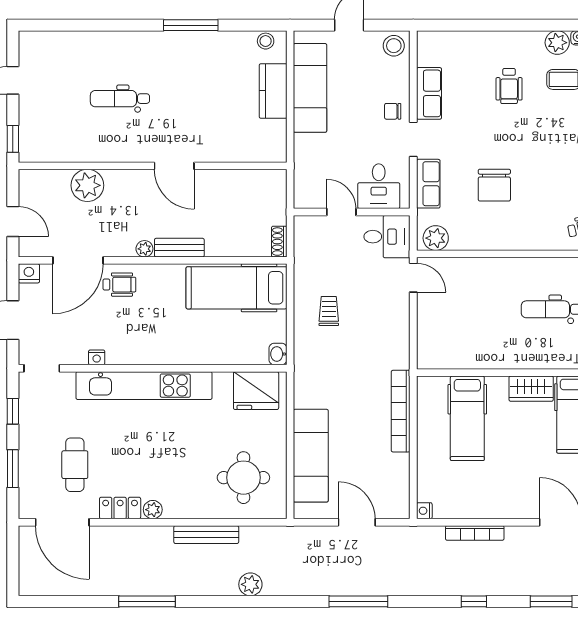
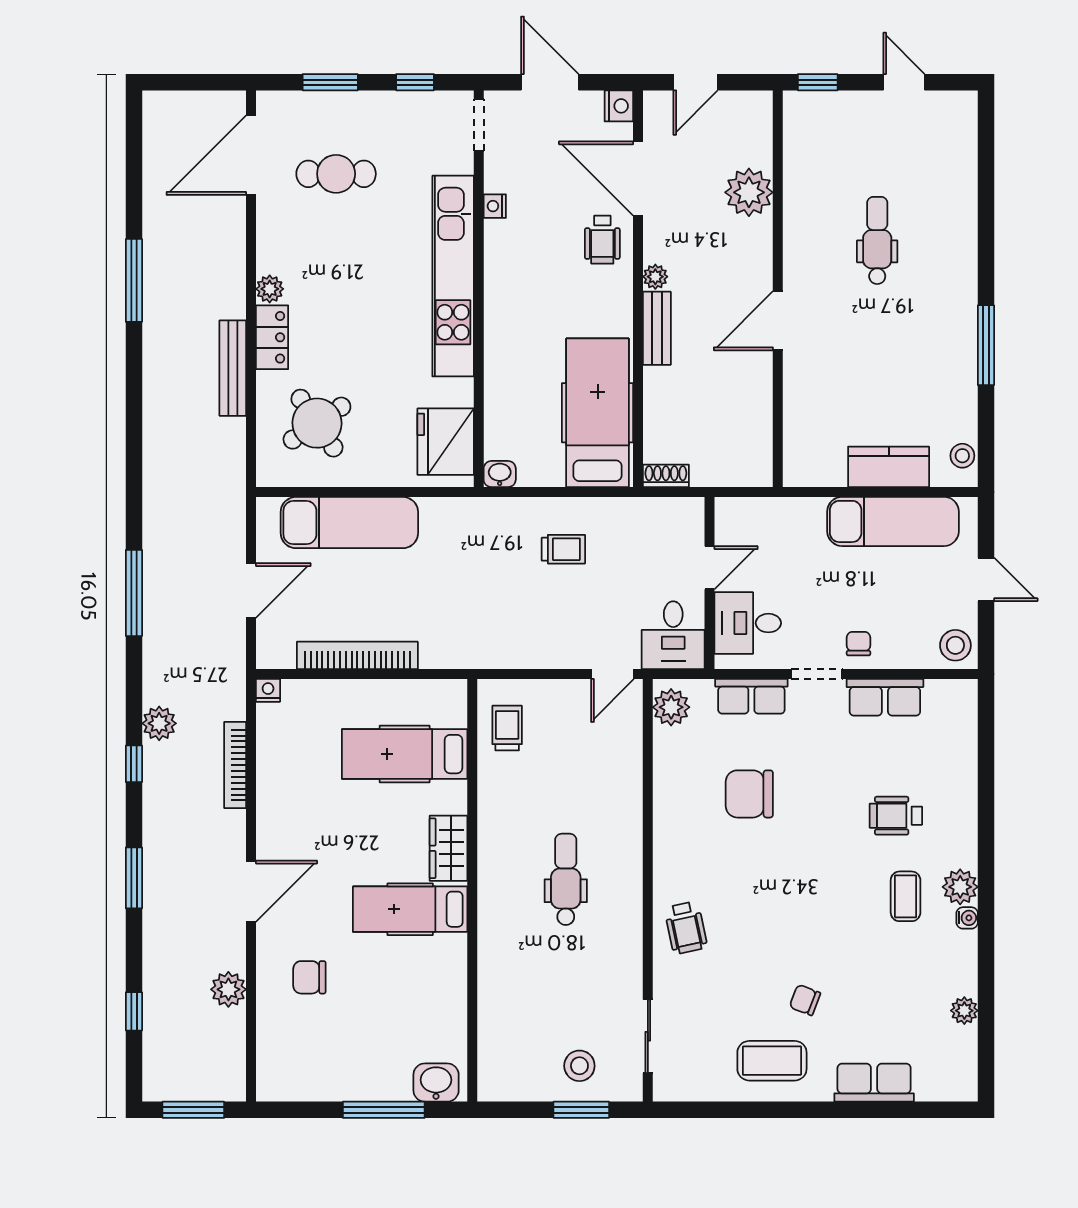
trolley: (450, 349) -> (507, 728), added
bookcase: (401, 411) -> (357, 655), moved
round table: (243, 478) -> (317, 423), turned -34
locker: (120, 508) -> (272, 337), moved
plant: (250, 584) -> (159, 723), moved

